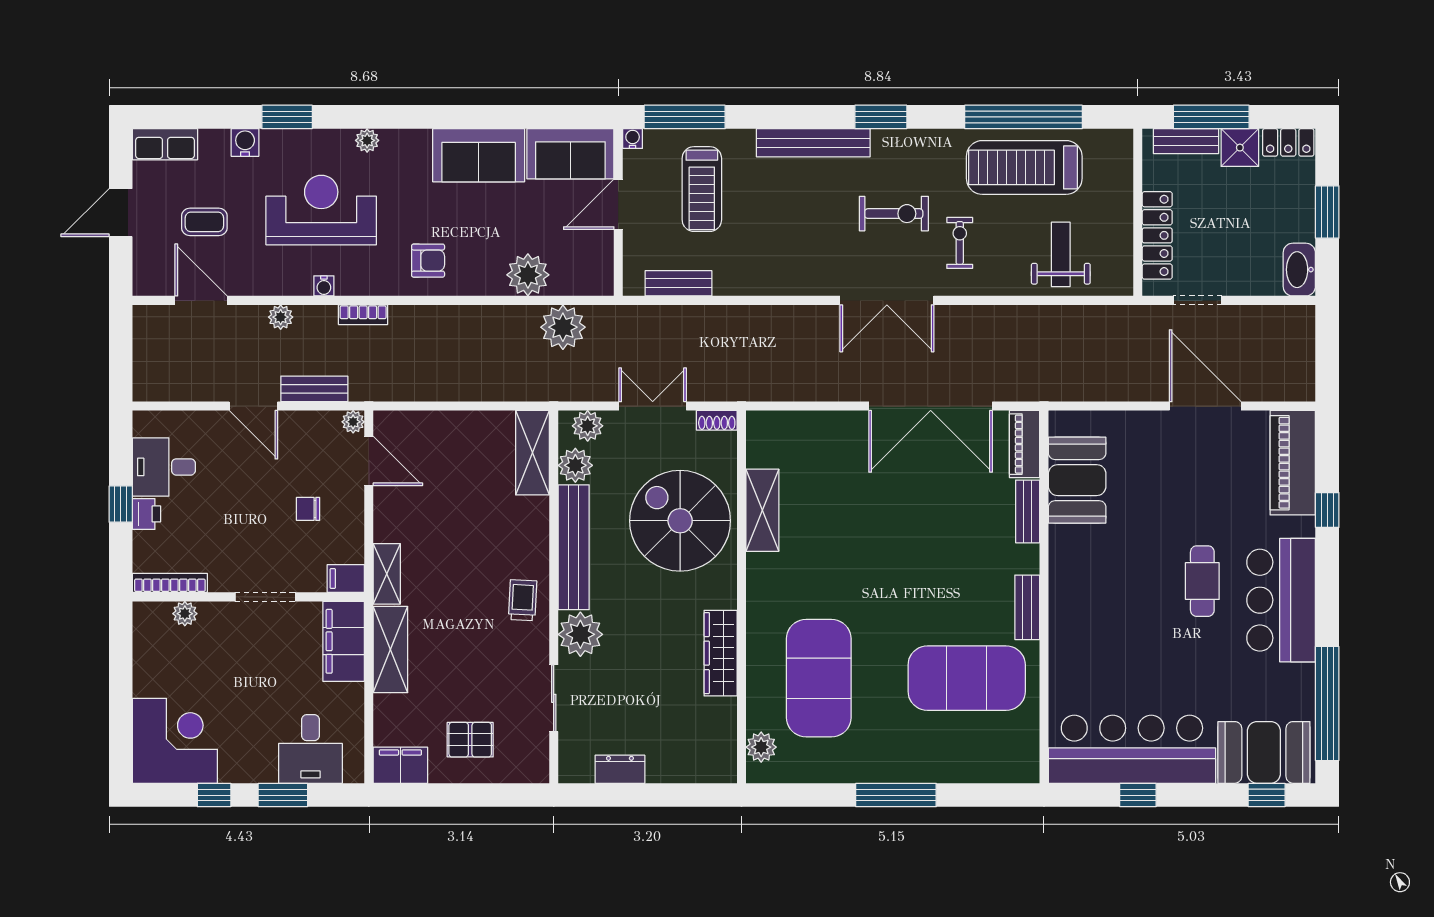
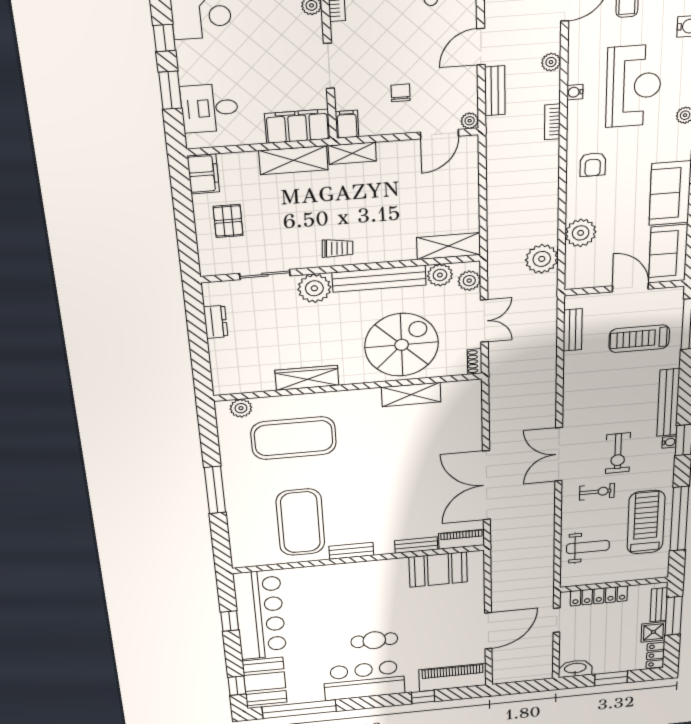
water cooler: (633, 139) -> (669, 442), moved

